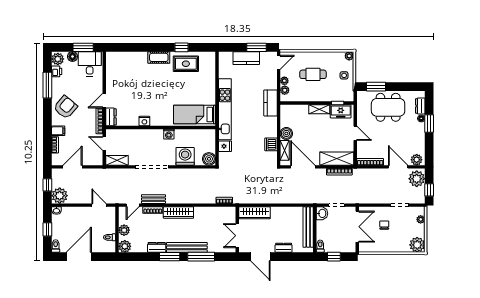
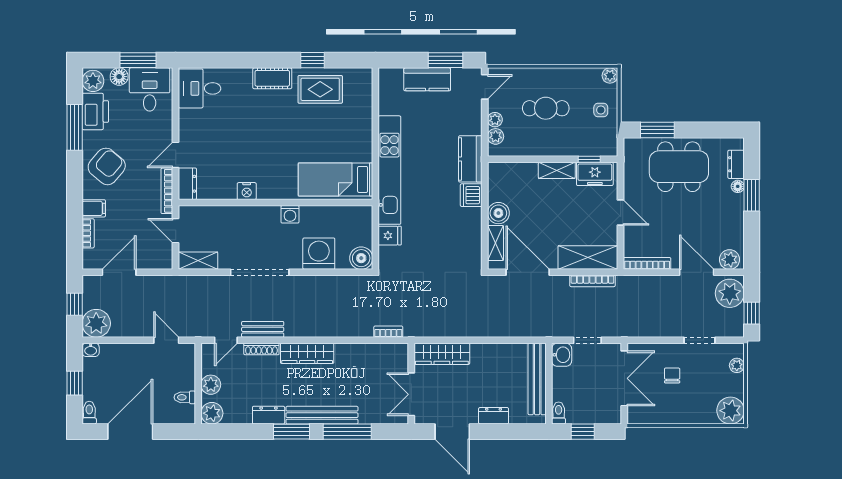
desk: (118, 63) -> (200, 88), added
printer: (57, 71) -> (95, 111), width x1.87, depth x1.48
dishwasher: (271, 144) -> (471, 195), moved

